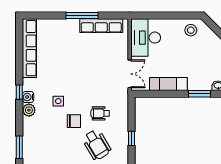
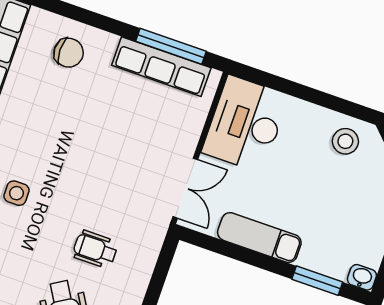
window: (82, 16) -> (171, 46), moved
chair: (74, 121) -> (69, 53), moved

